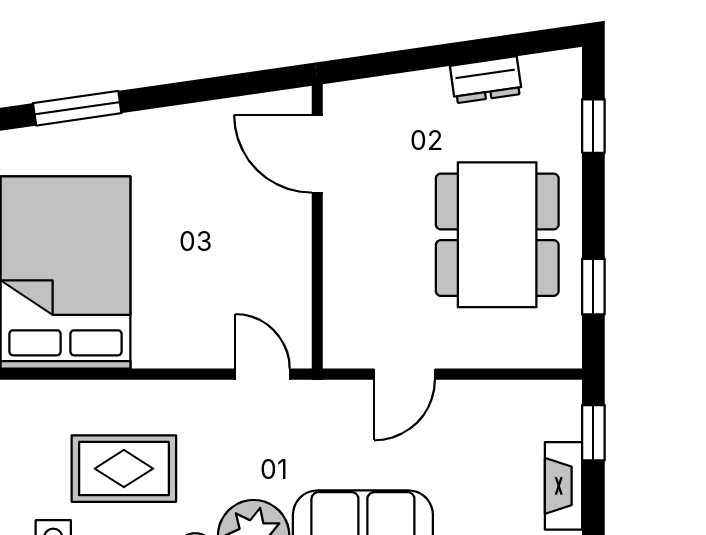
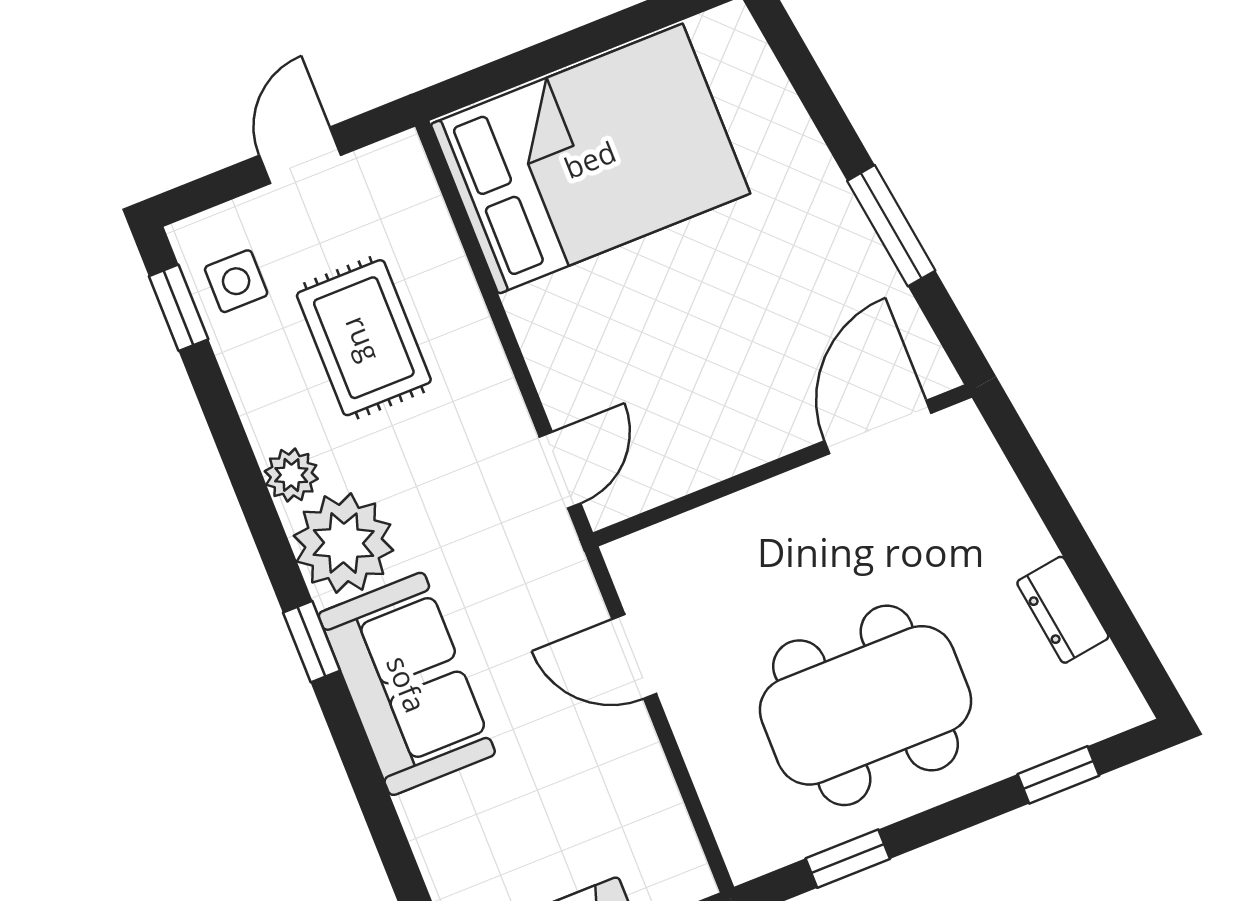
window: (77, 108) -> (891, 226), moved

